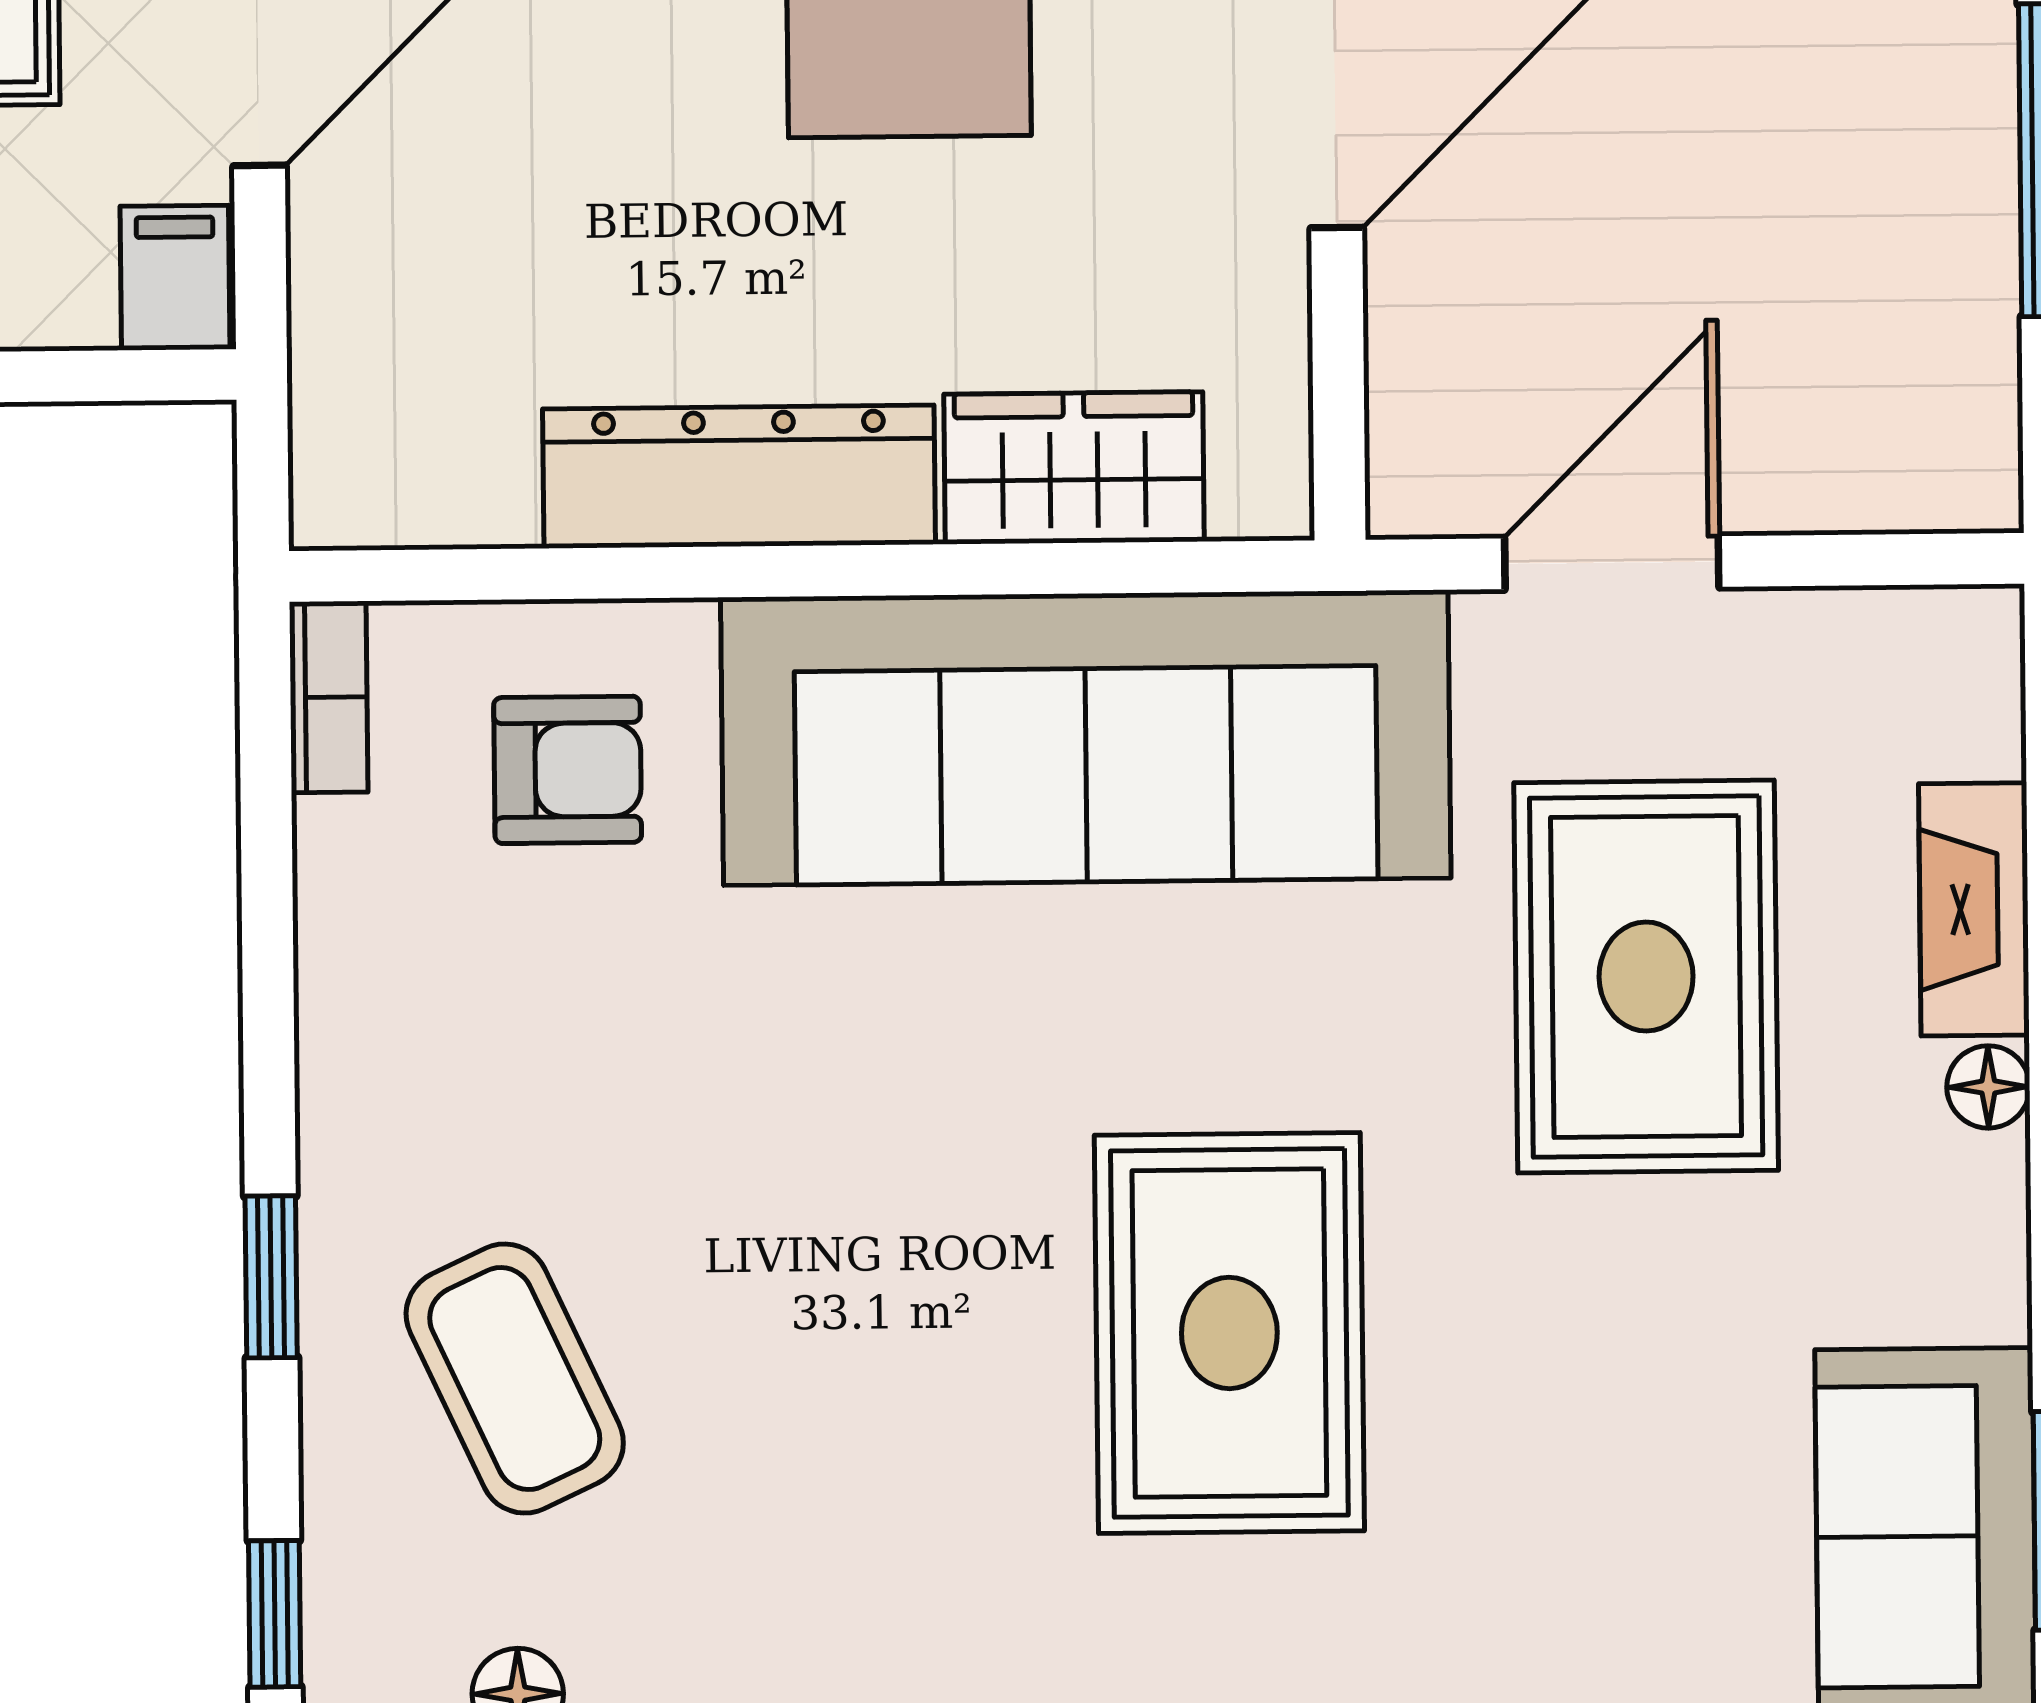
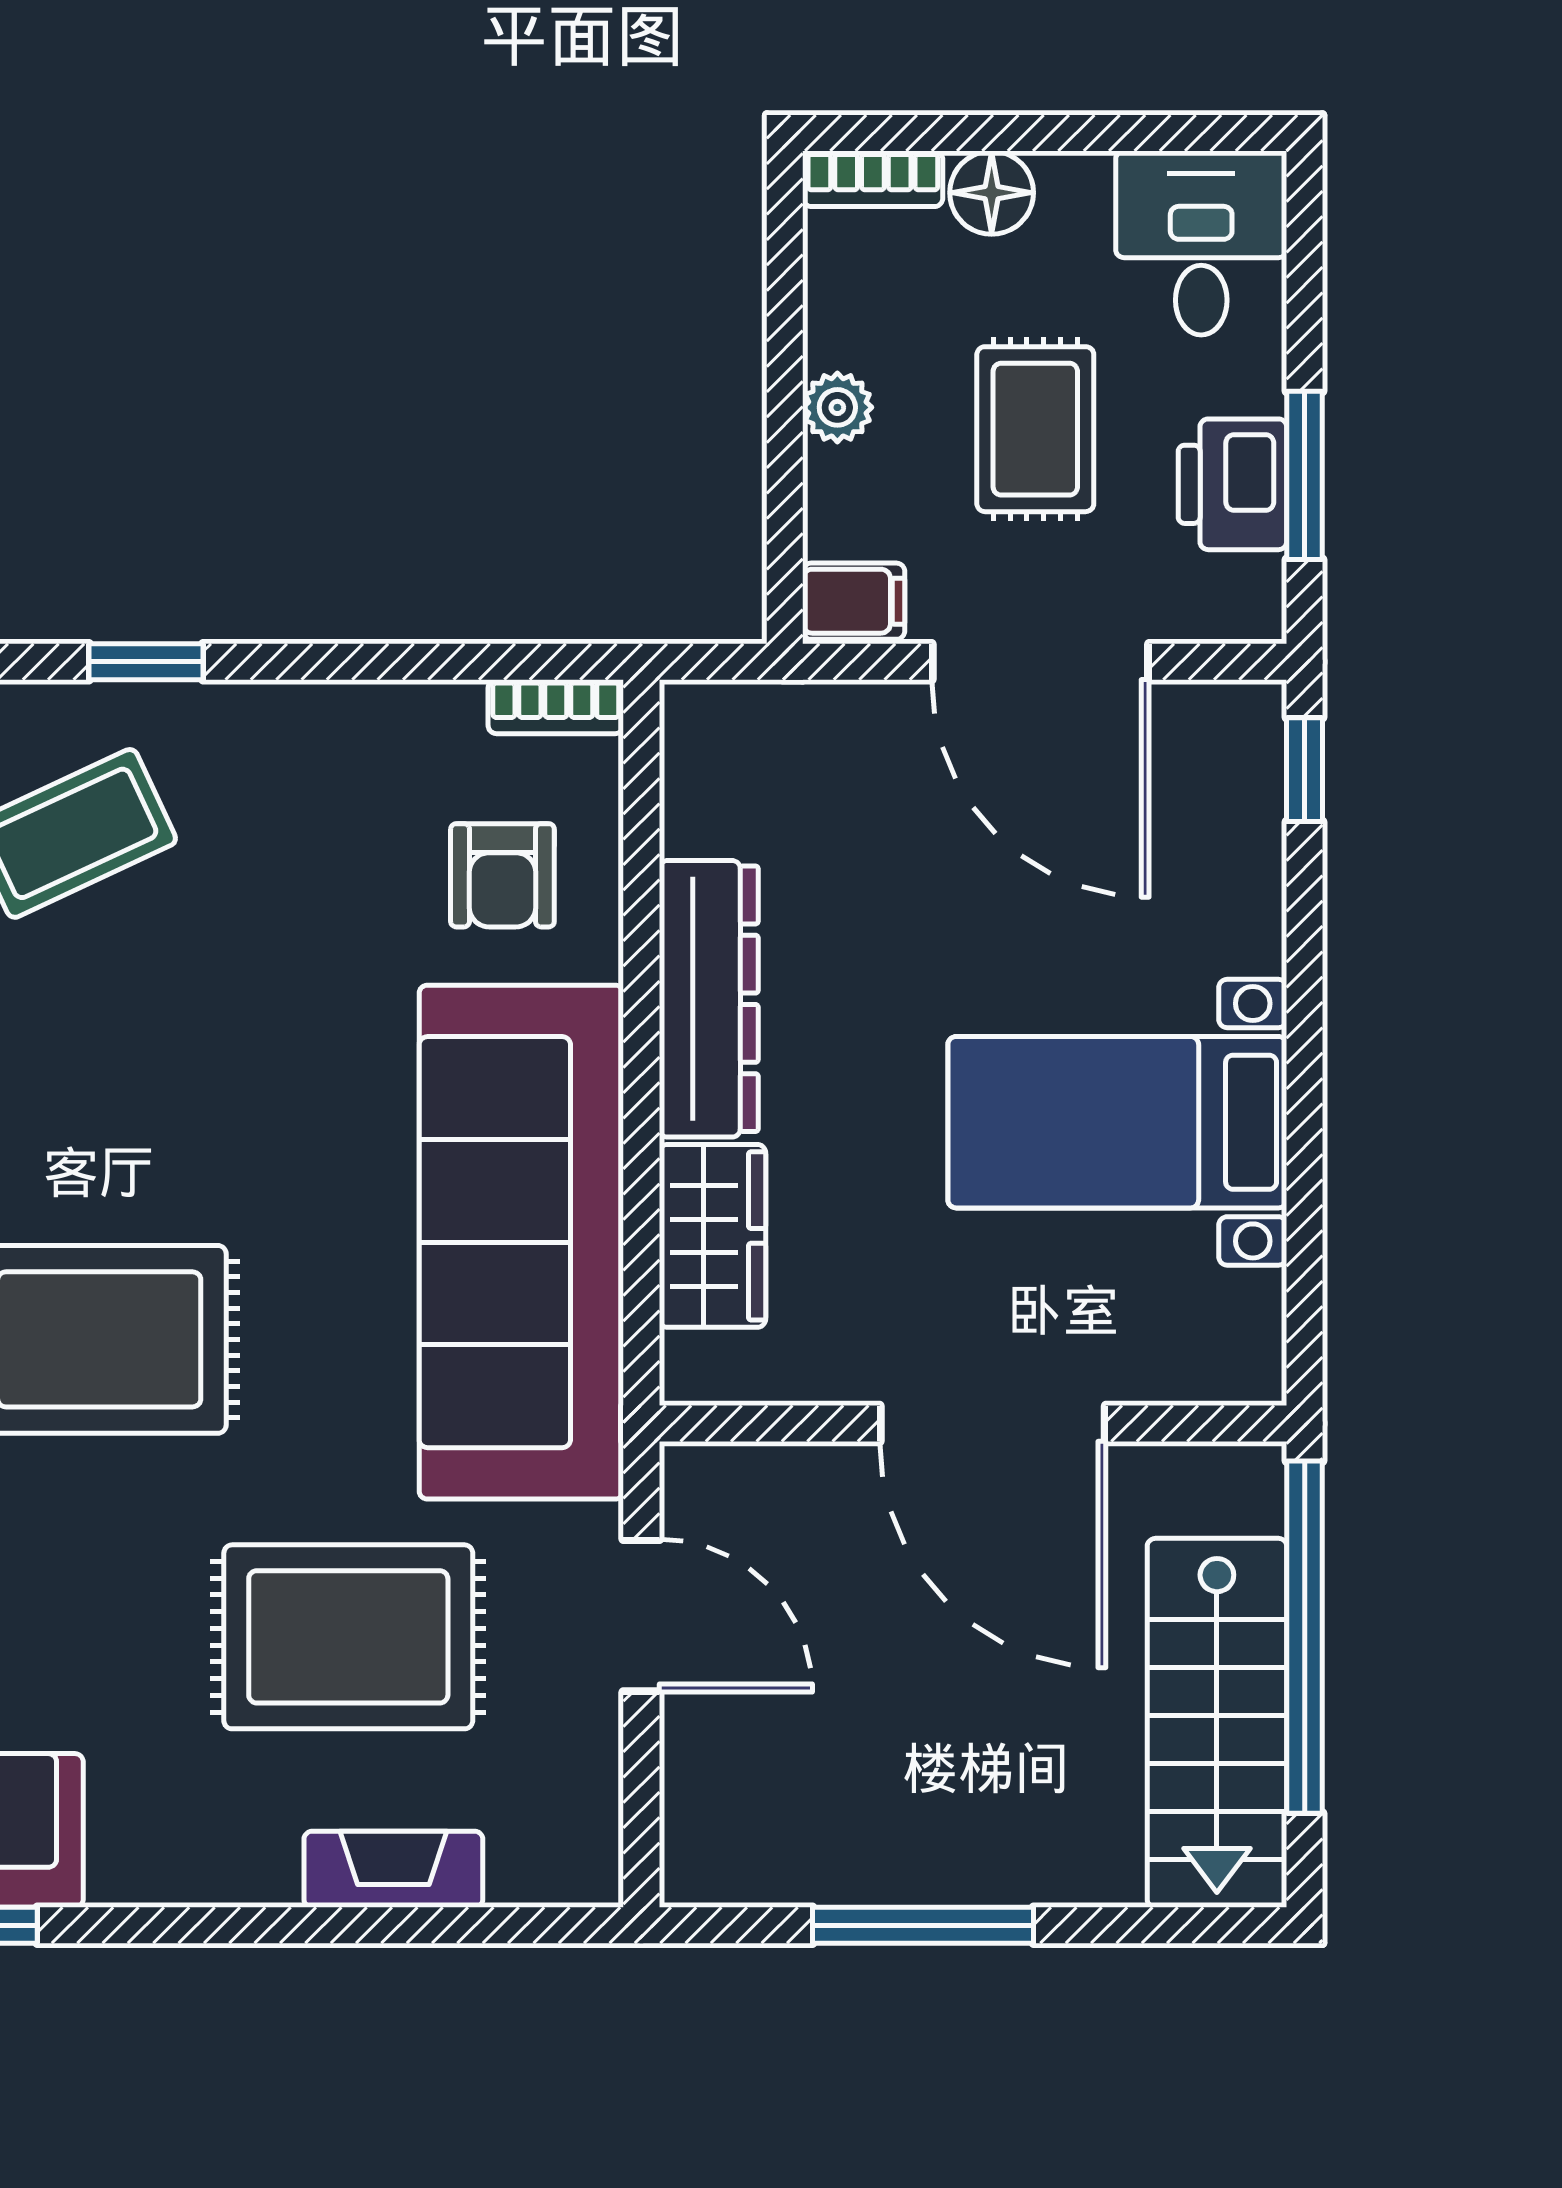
floor lamp: (1988, 1087) -> (268, 1878), removed

